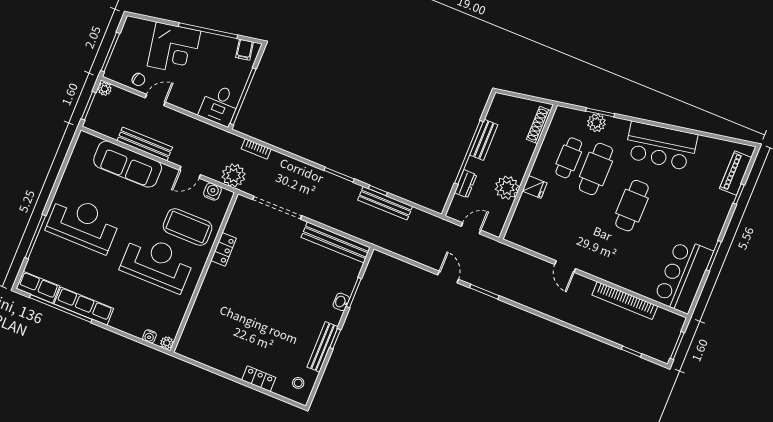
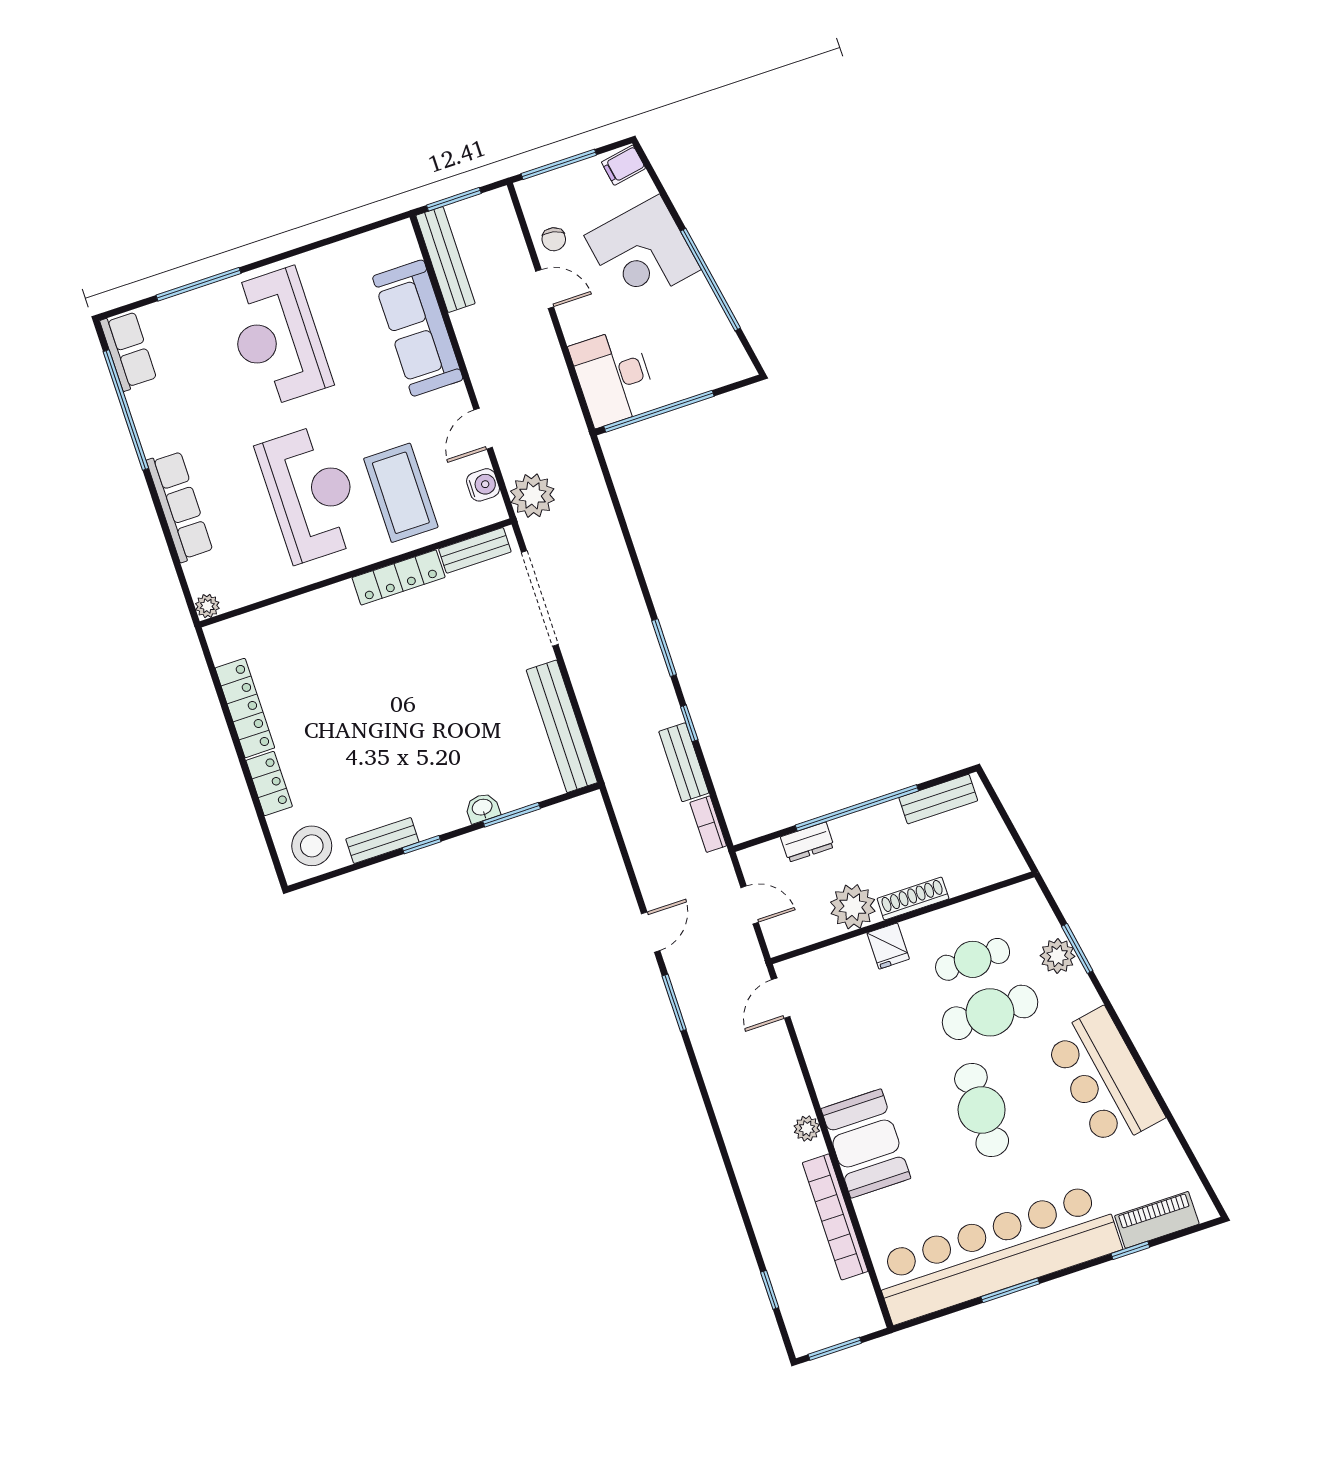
filing cabinet: (245, 50) -> (623, 165), moved
plant: (105, 89) -> (807, 1128), moved
desk: (220, 105) -> (613, 377), width x1.37
shoe rack: (539, 125) -> (913, 899), moved
bench: (484, 140) -> (938, 799), moved
bench: (145, 144) -> (445, 259), moved
bookcase: (256, 149) -> (708, 824), moved
door: (190, 172) -> (483, 429), hinge flipped
bench: (385, 203) -> (684, 762), width x0.73
cafe table: (632, 206) -> (982, 1110), turned 90
bench: (236, 217) -> (475, 550), added
reception desk: (83, 224) -> (277, 337), turned 180
locker: (224, 249) -> (399, 577), width x1.53
booth: (606, 263) -> (866, 1143), added
door: (565, 266) -> (781, 998), moved
bar counter: (683, 276) -> (997, 1253), width x1.86
row of seats: (84, 306) -> (180, 506), moved
water cooler: (149, 336) -> (195, 573), removed
bench: (323, 347) -> (382, 841), width x0.73
locker: (220, 363) -> (245, 708), added
stool: (298, 383) -> (312, 846), width x1.89, depth x1.89

